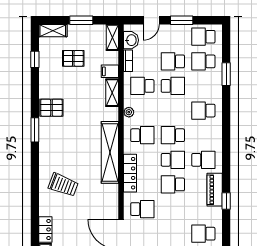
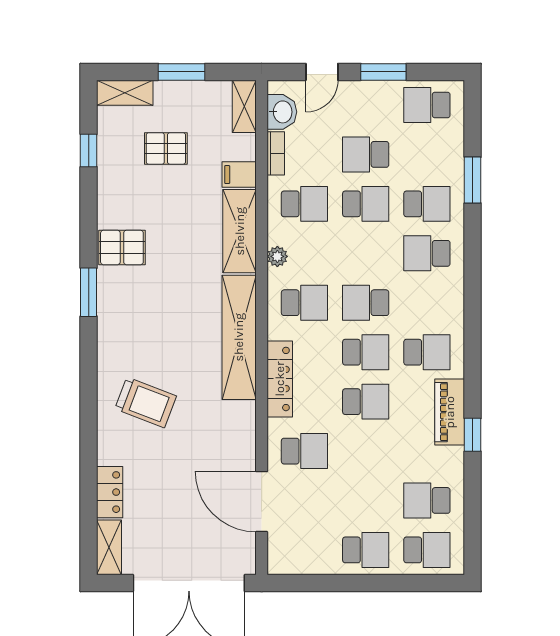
school desk: (203, 61) -> (427, 204), moved, turned 180
school desk: (142, 86) -> (304, 204), turned 180
shelving: (112, 93) -> (240, 231), width x1.50, depth x1.33
school desk: (173, 184) -> (366, 402), turned 180

